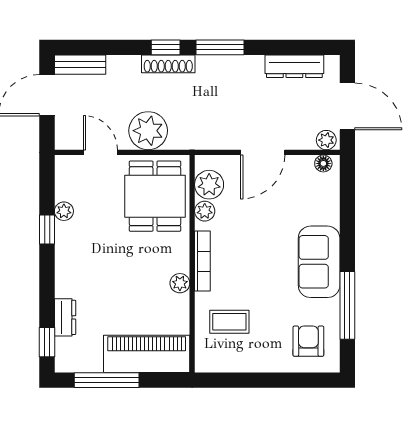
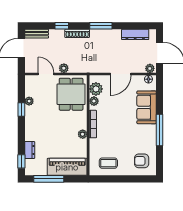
window: (166, 47) -> (62, 26), moved
plant: (148, 131) -> (64, 68), width x0.53, depth x0.53
sofa: (319, 262) -> (147, 107), moved
window: (347, 305) -> (160, 130), moved
coffee table: (229, 322) -> (108, 163), moved
armchair: (308, 341) -> (142, 161), turned -90

